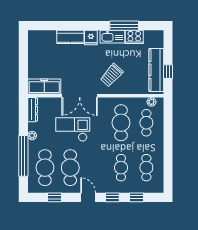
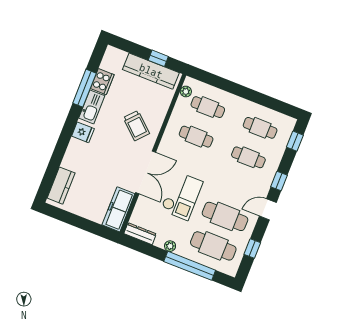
kitchen counter: (70, 37) -> (61, 186), moved
cafe table: (121, 123) -> (196, 137), width x0.73, depth x0.74
checkout: (73, 130) -> (182, 196), turned 180
window: (136, 197) -> (295, 141), moved

